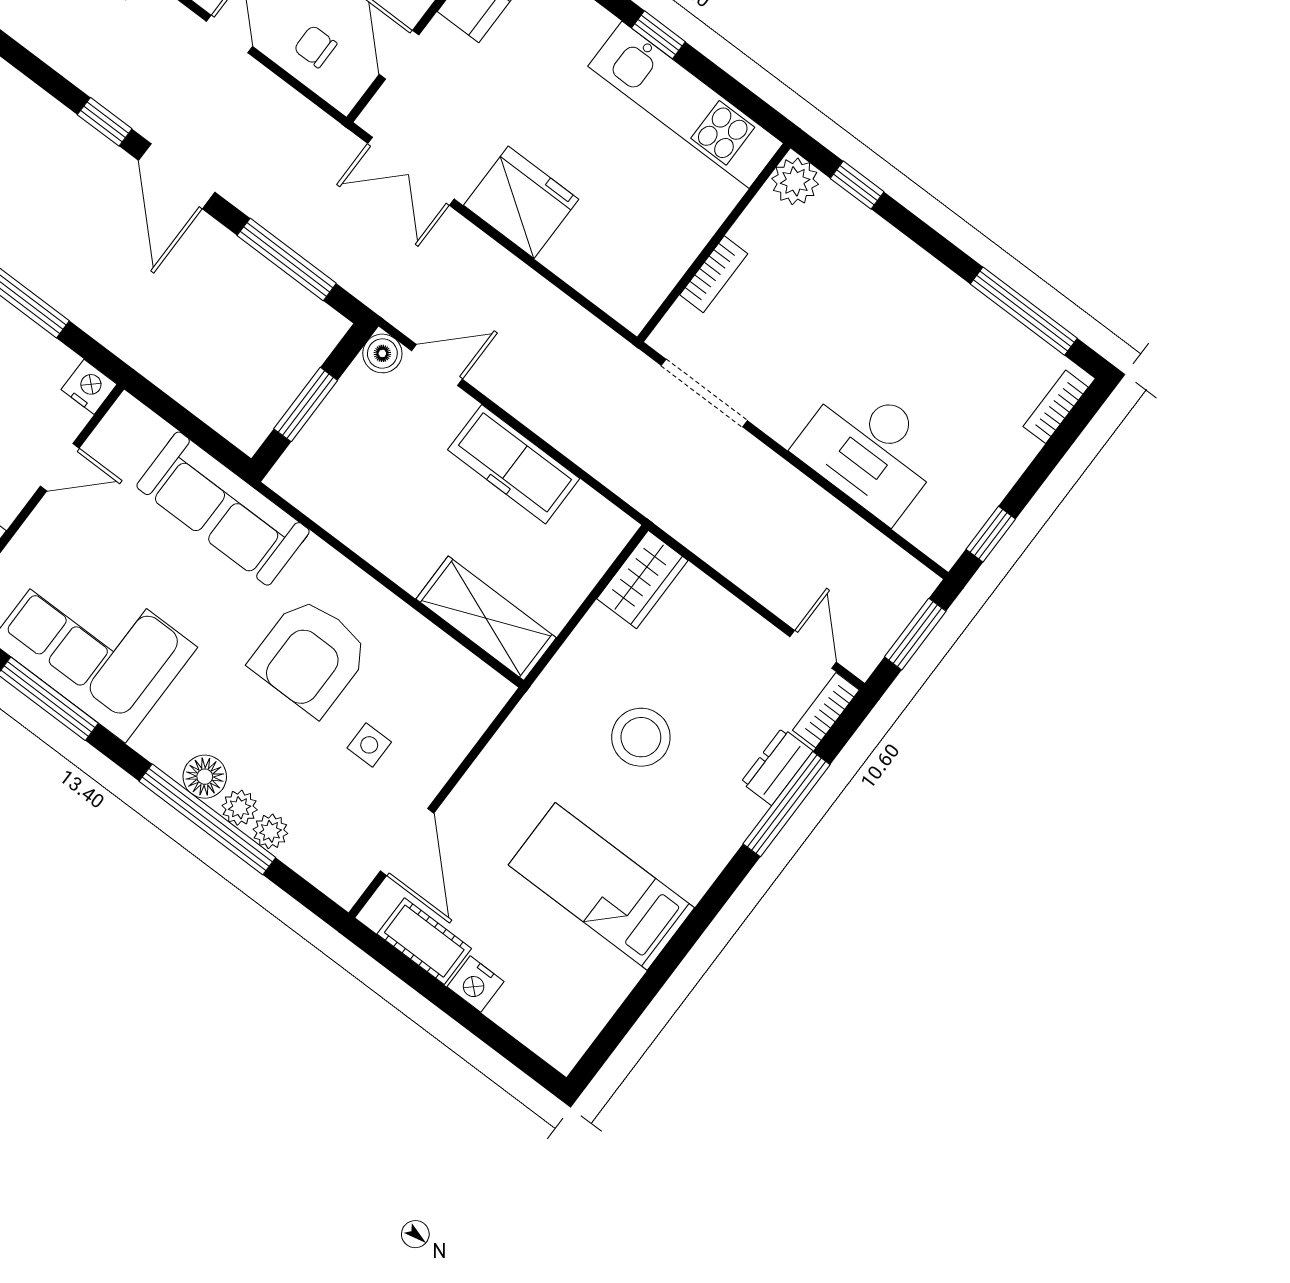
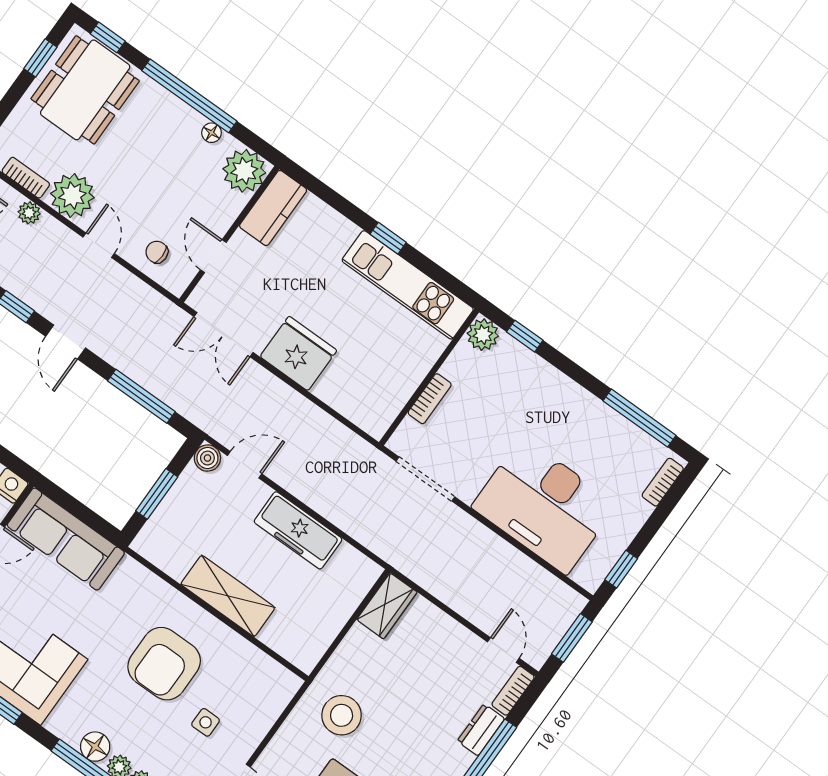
door: (177, 176) -> (66, 342), width x0.73
desk: (870, 449) -> (544, 506), width x1.36, depth x1.30
sofa: (223, 509) -> (66, 539), moved
shelving: (486, 618) -> (228, 596), moved
stool: (641, 737) -> (342, 715), moved

